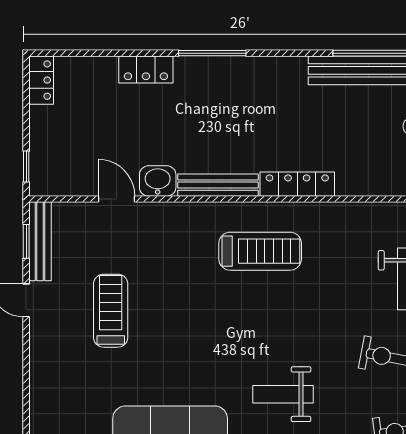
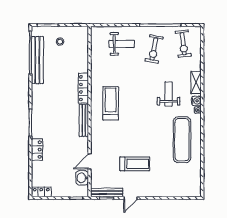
washbasin: (158, 181) -> (82, 178), moved
treadmill: (111, 311) -> (135, 164), turned 180
weight bench: (283, 394) -> (169, 94), turned 180

